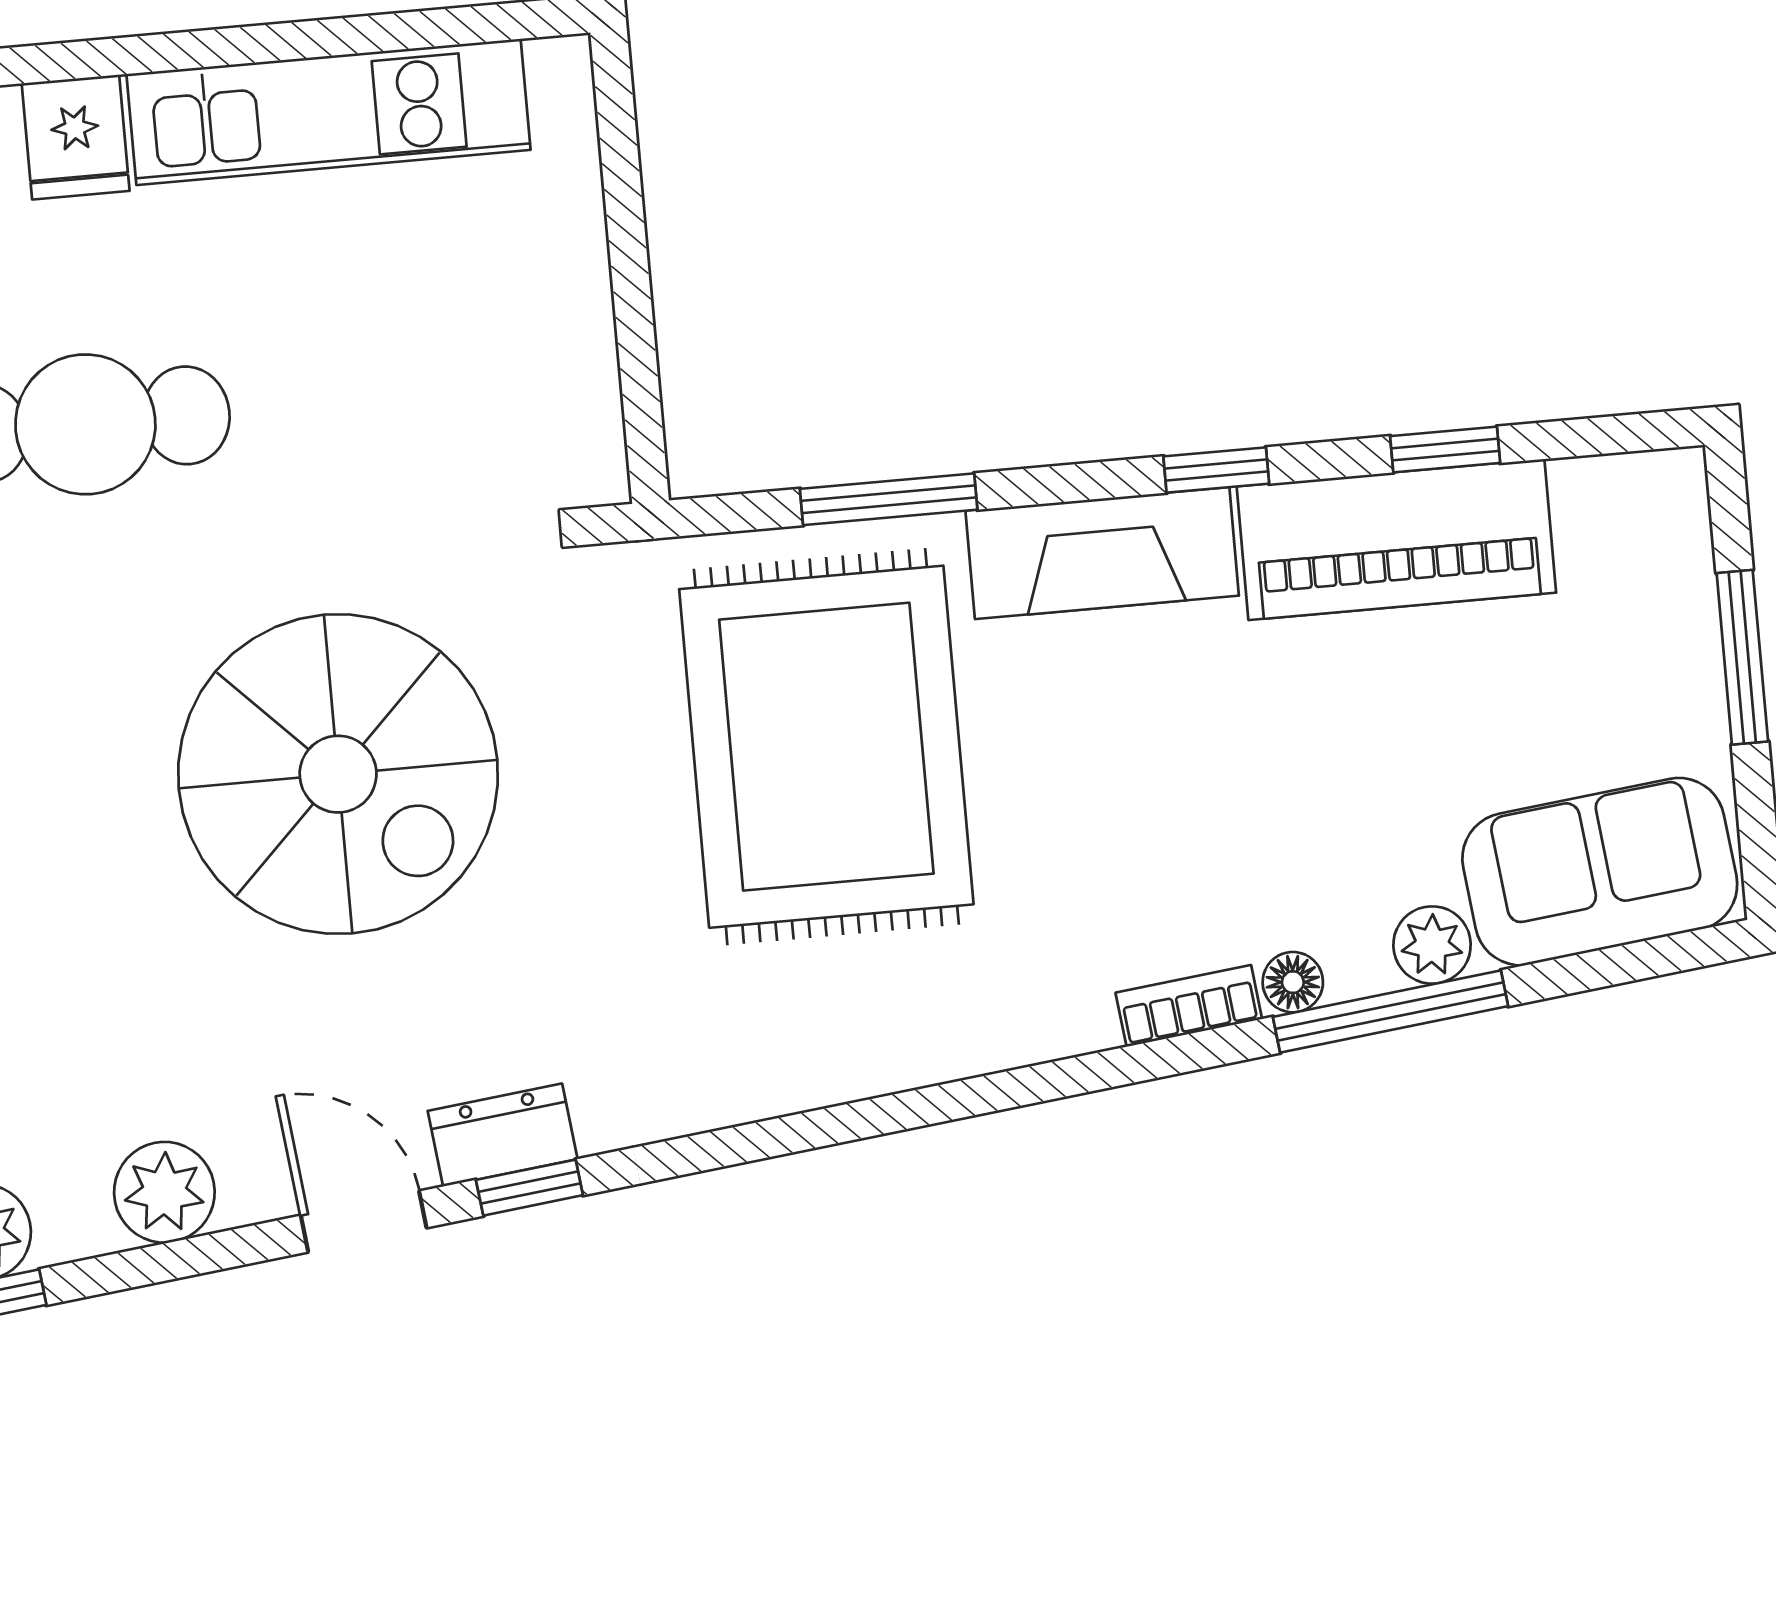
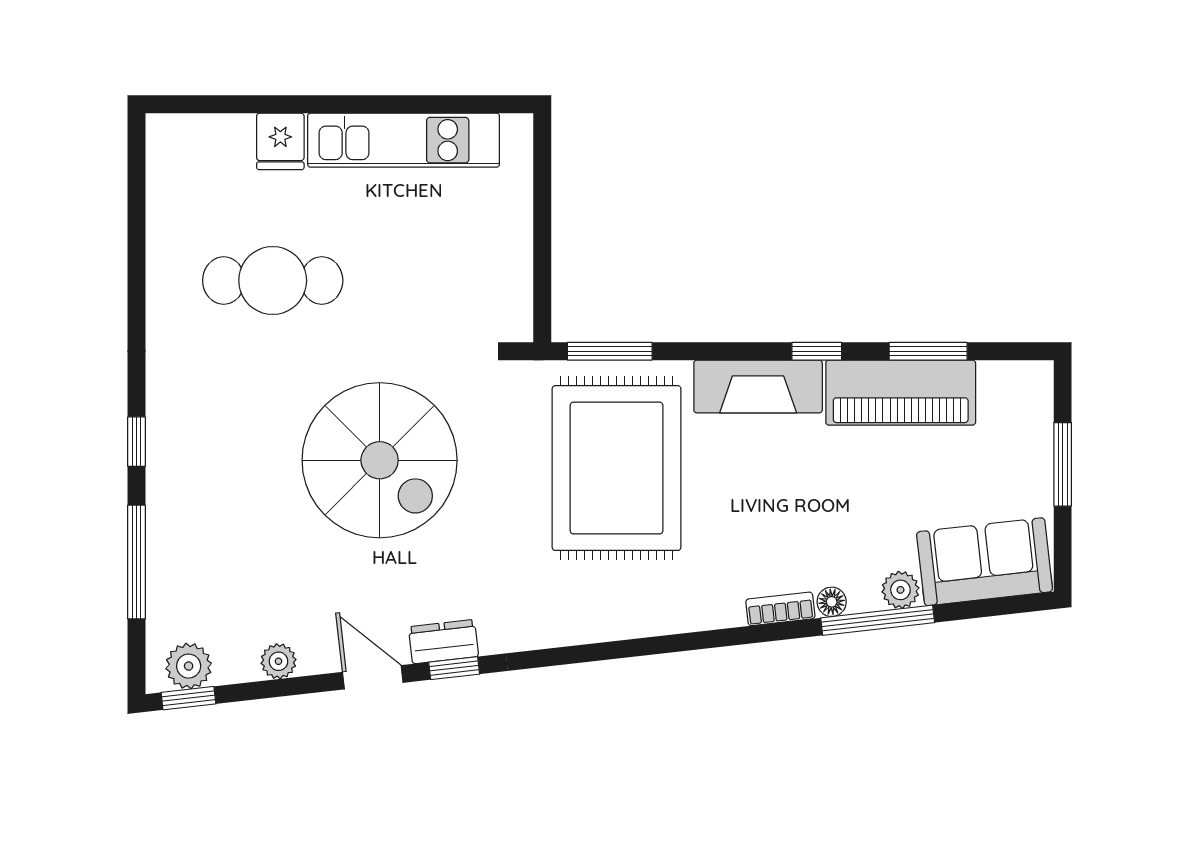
window: (1445, 450) -> (928, 351), width x1.50
window: (889, 499) -> (610, 351), moved
plant: (164, 1192) -> (278, 661), width x0.73, depth x0.73

